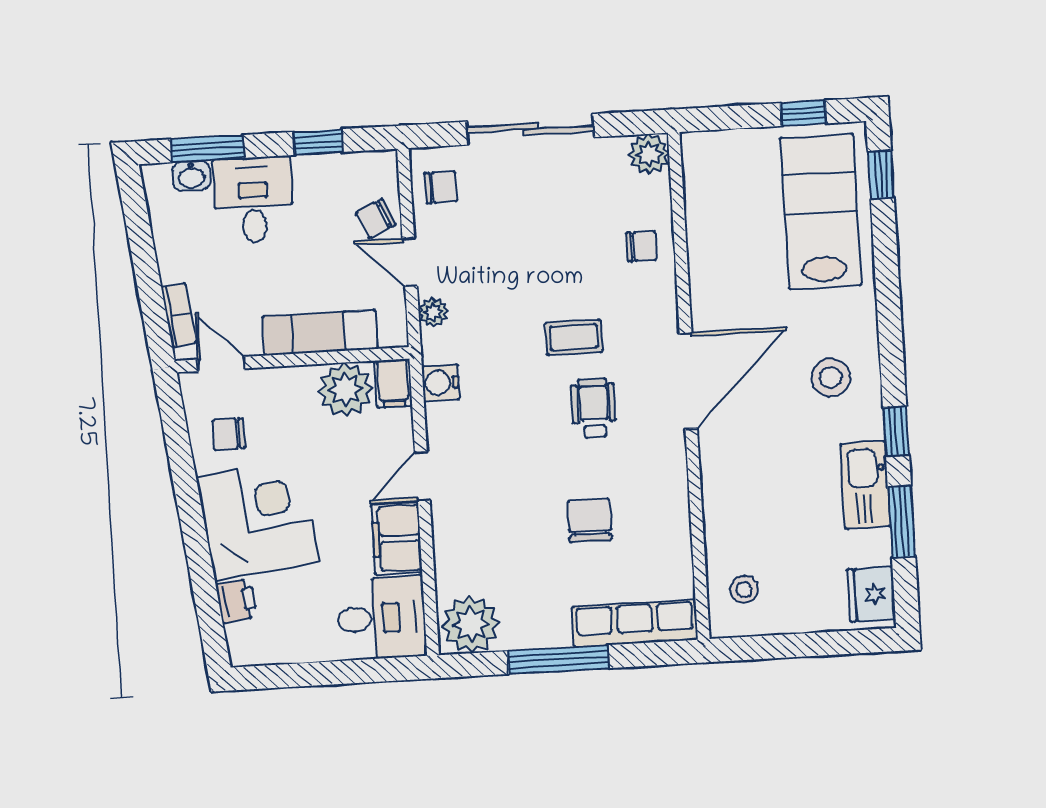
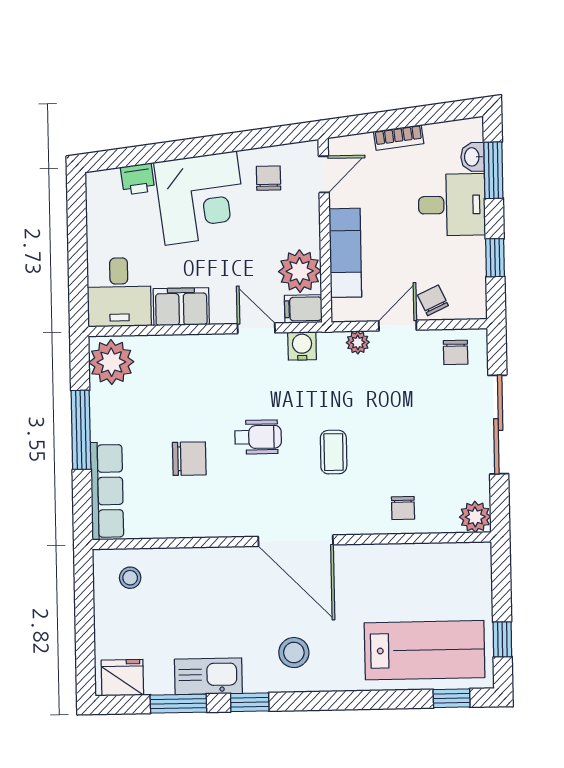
bookcase: (179, 315) -> (399, 138), moved
wheelchair: (594, 408) -> (258, 437), moved
door: (422, 476) -> (256, 328), moved

